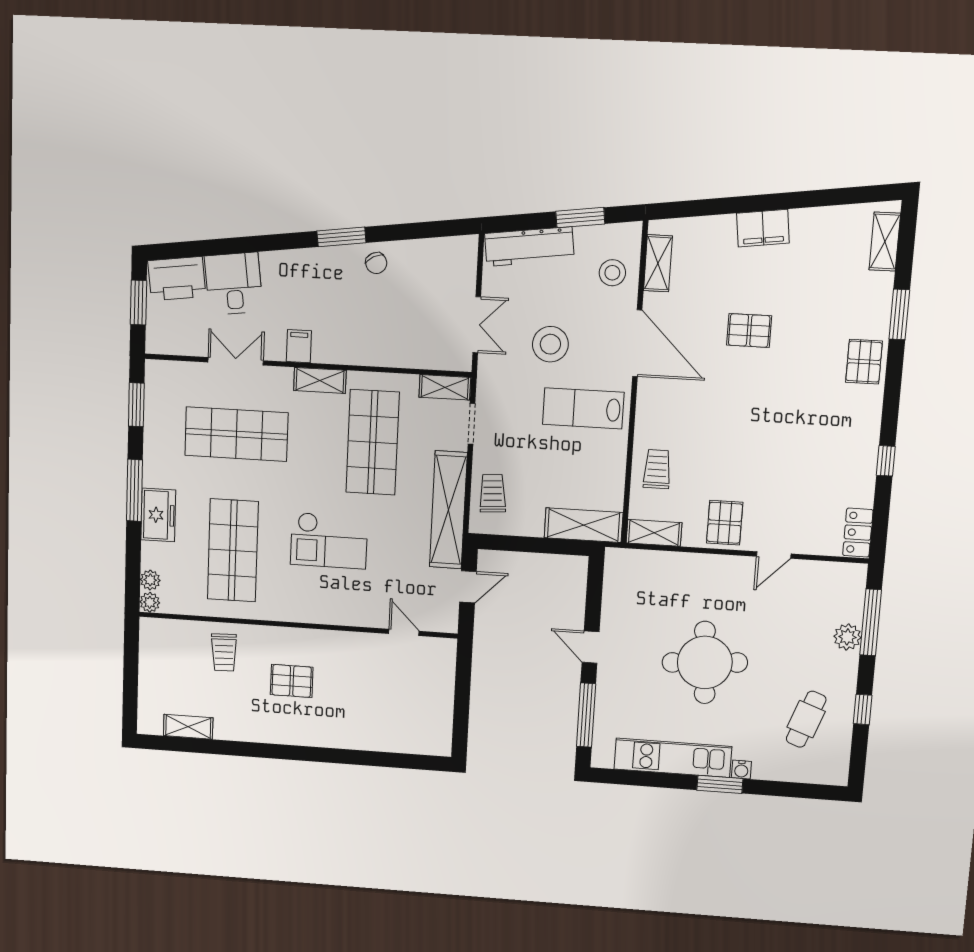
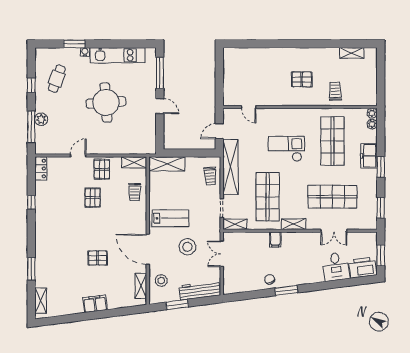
filing cabinet: (299, 346) -> (275, 239), moved
pallet: (864, 362) -> (93, 198), moved
window: (135, 490) -> (381, 167), width x0.69
window: (720, 784) -> (74, 44), moved

